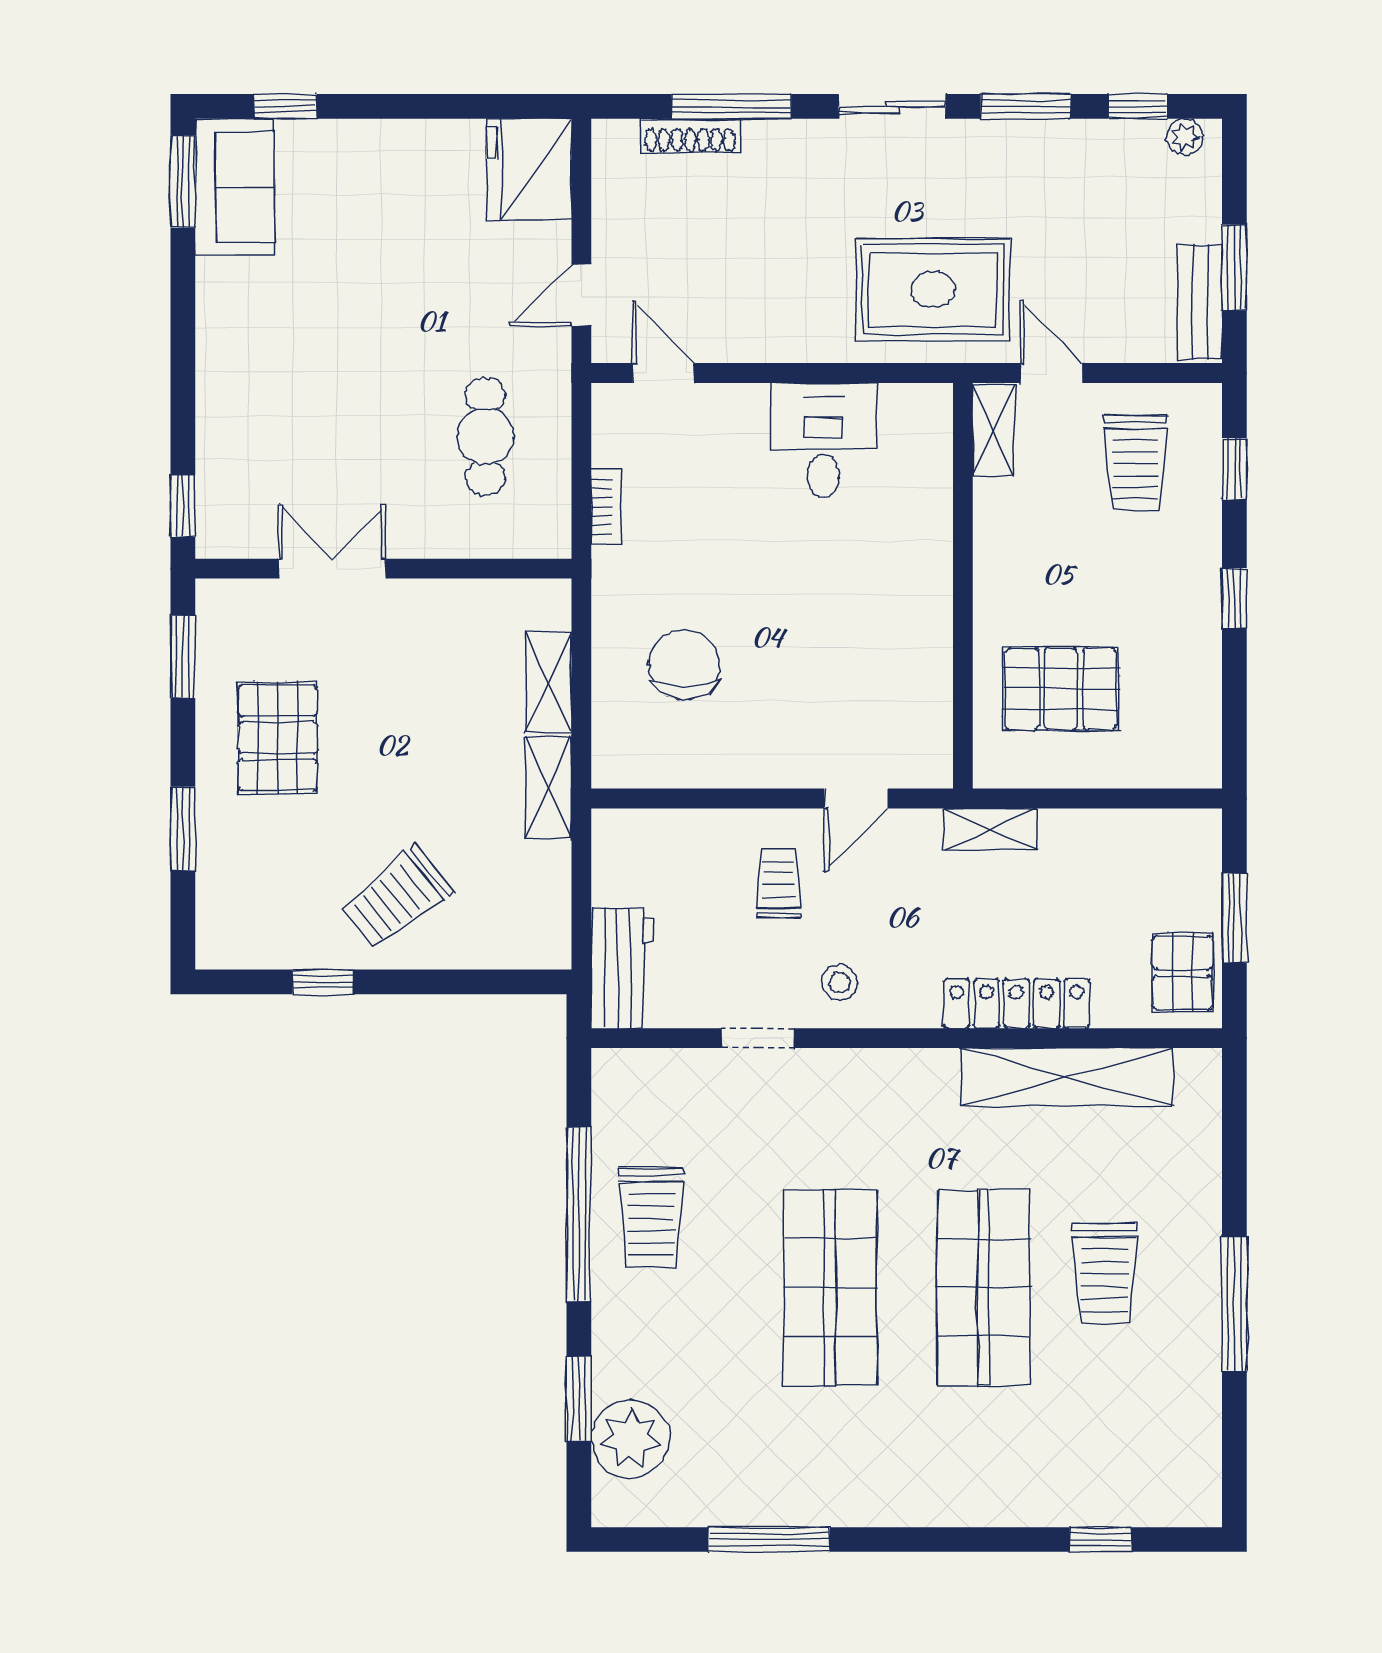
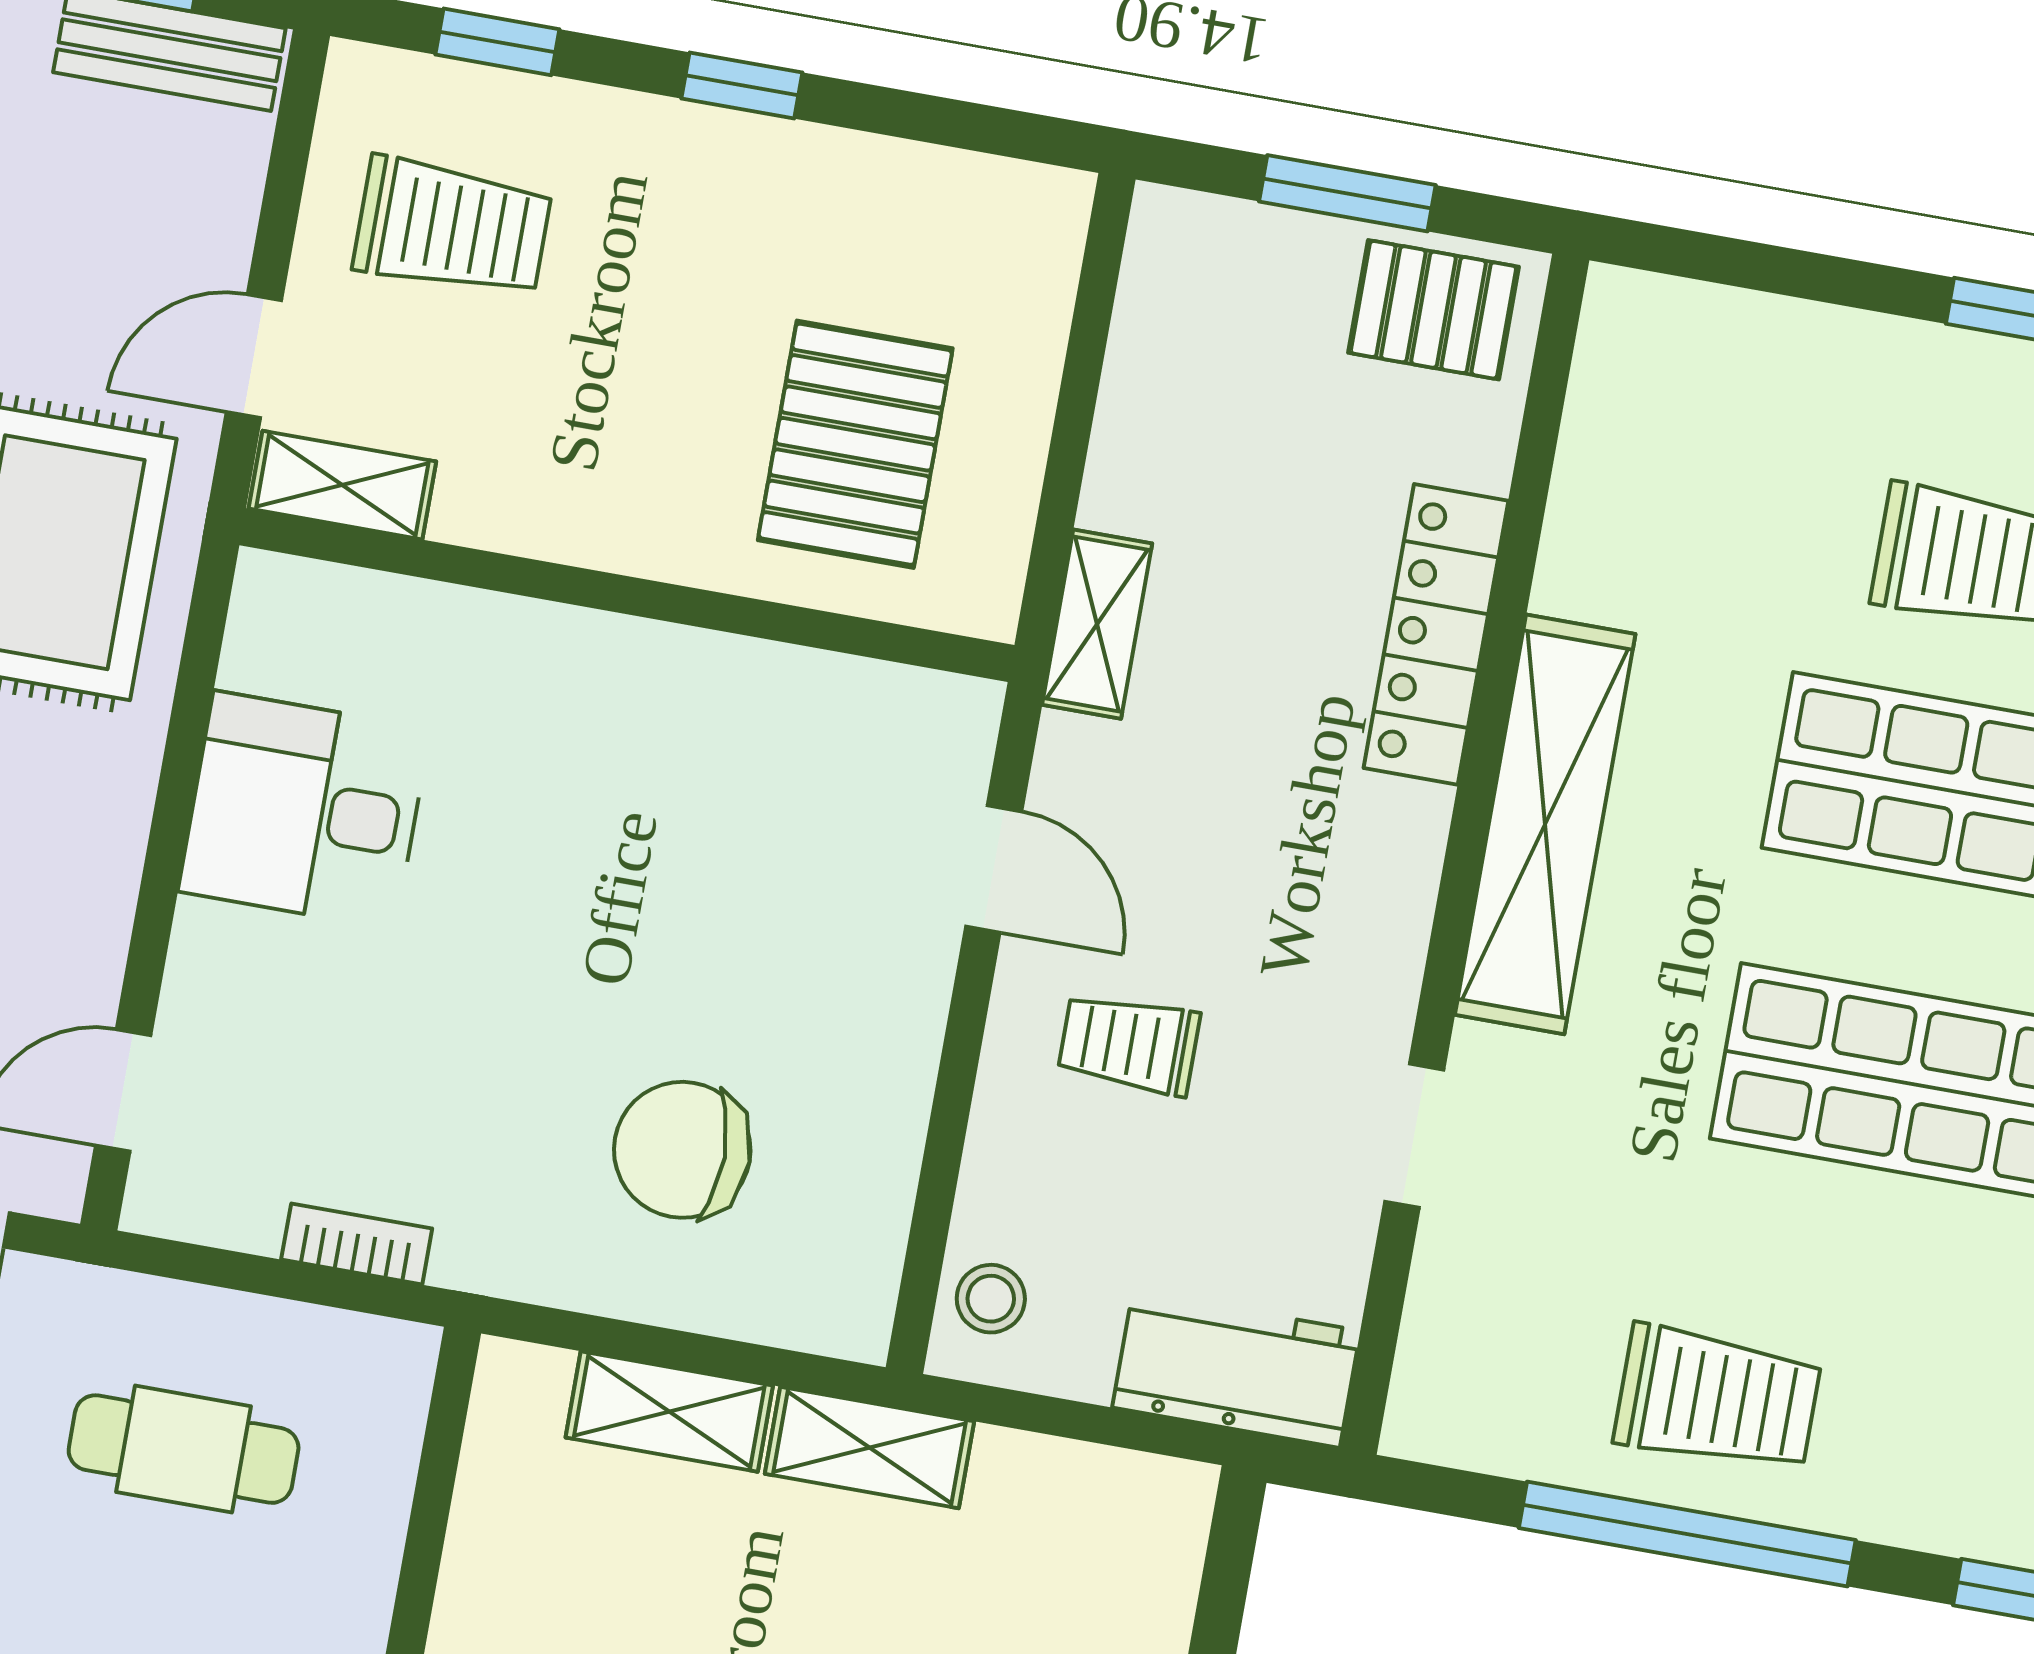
stool: (840, 983) -> (991, 1299), moved
shelving: (1067, 1077) -> (1545, 824), moved

